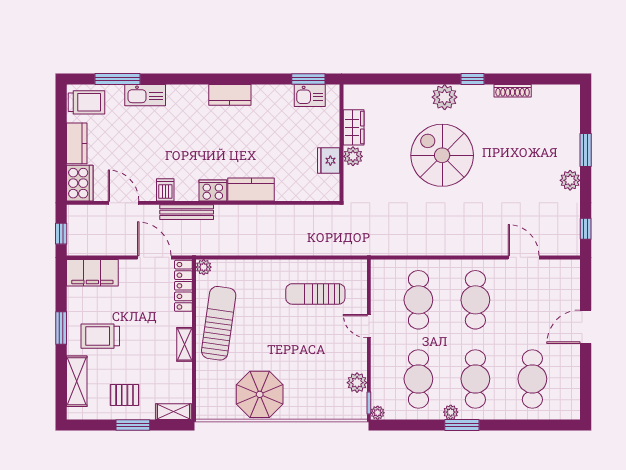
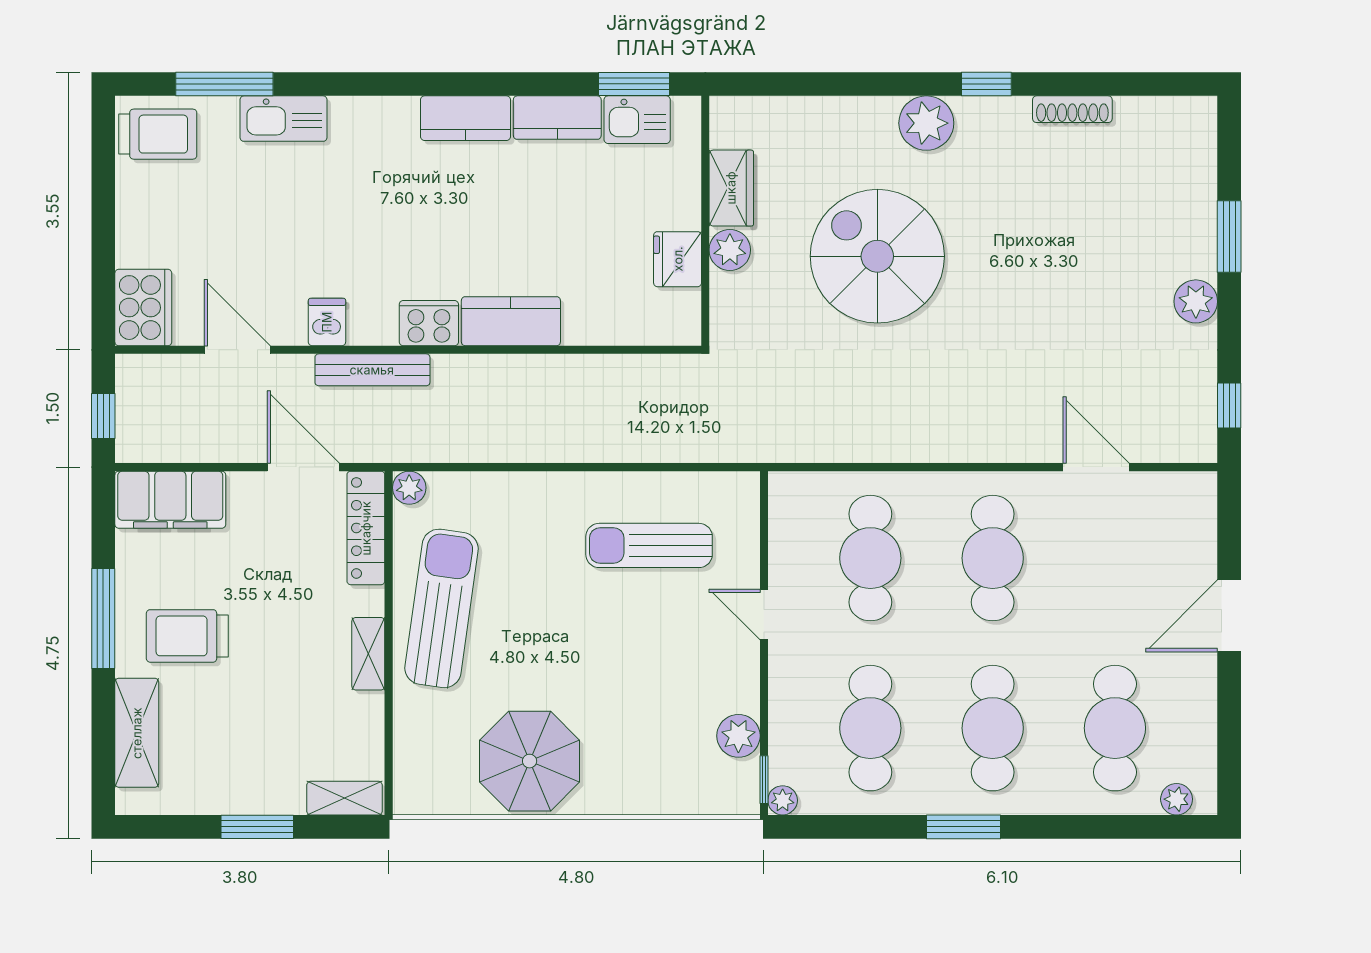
kitchen counter: (77, 143) -> (557, 118), moved, turned 90
spiral stairs: (442, 155) -> (877, 256), moved
window: (61, 328) -> (103, 618), width x1.44
pallet: (125, 395) -> (239, 762), removed
plant: (451, 412) -> (1177, 799), moved

